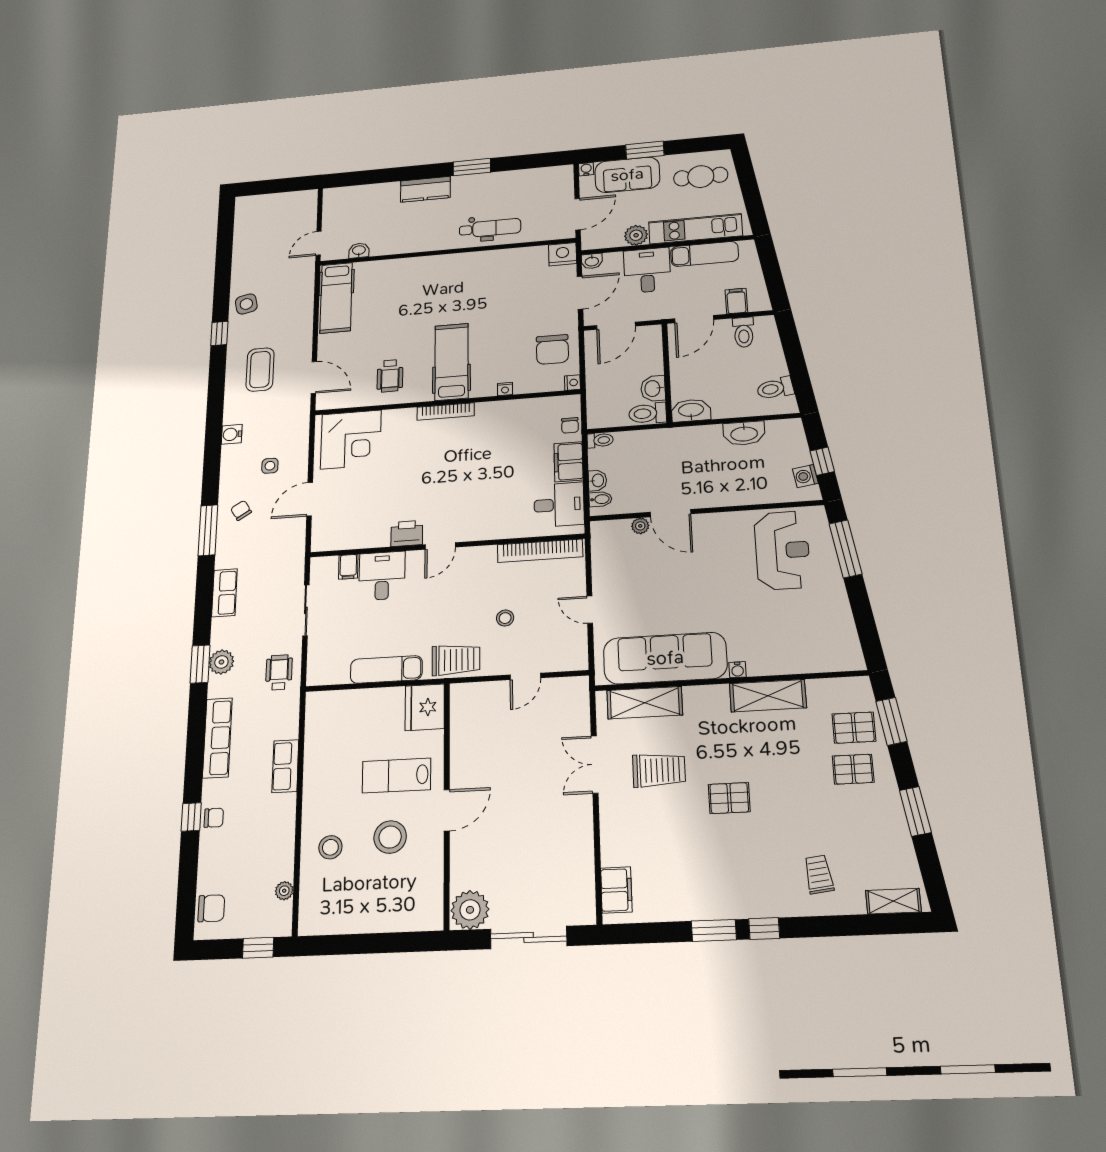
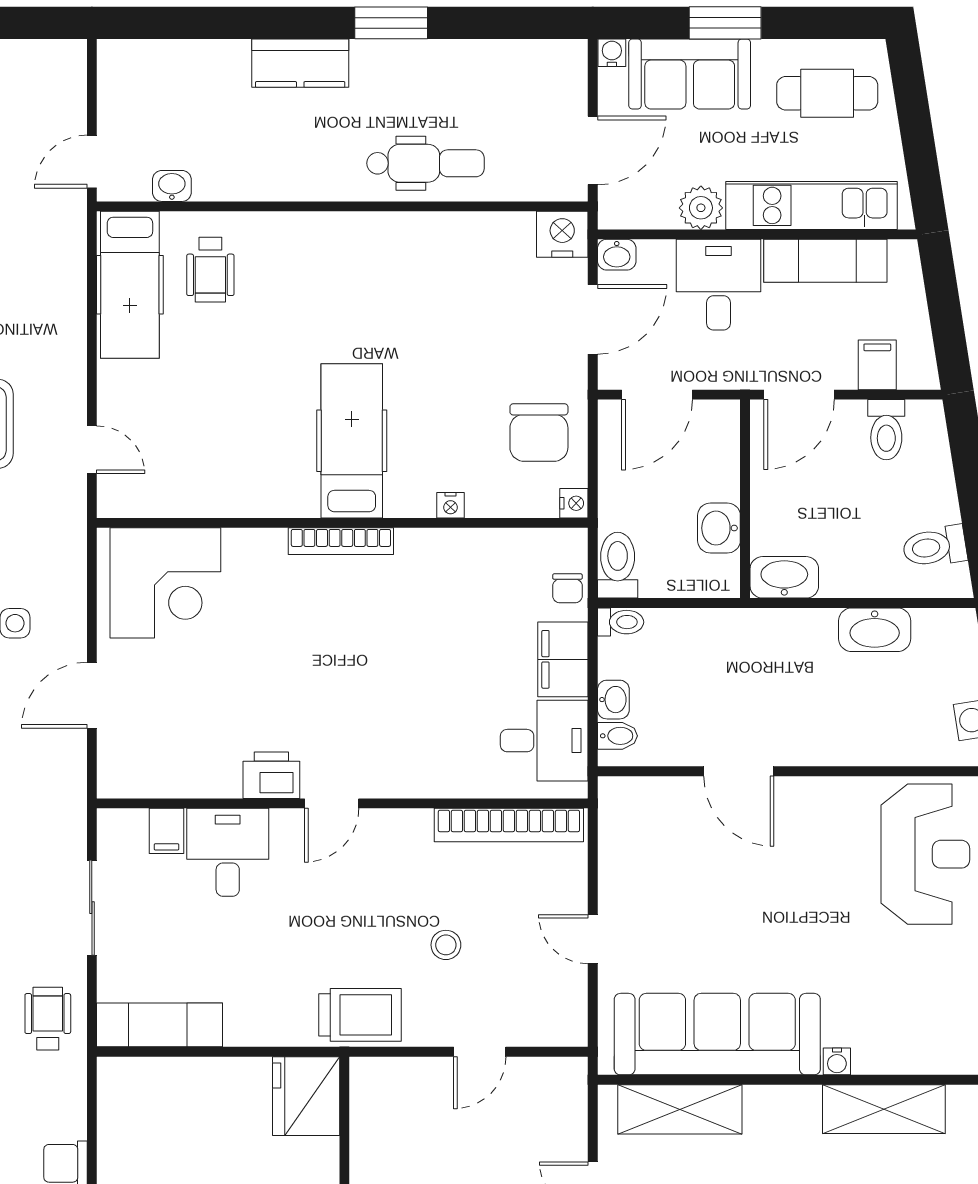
wheelchair: (390, 376) -> (210, 270), moved
door: (314, 377) -> (92, 450), width x0.73
toilet: (648, 413) -> (618, 565), moved, turned 90
plant: (640, 526) -> (685, 791), removed
exam couch: (386, 669) -> (160, 1025), moved

